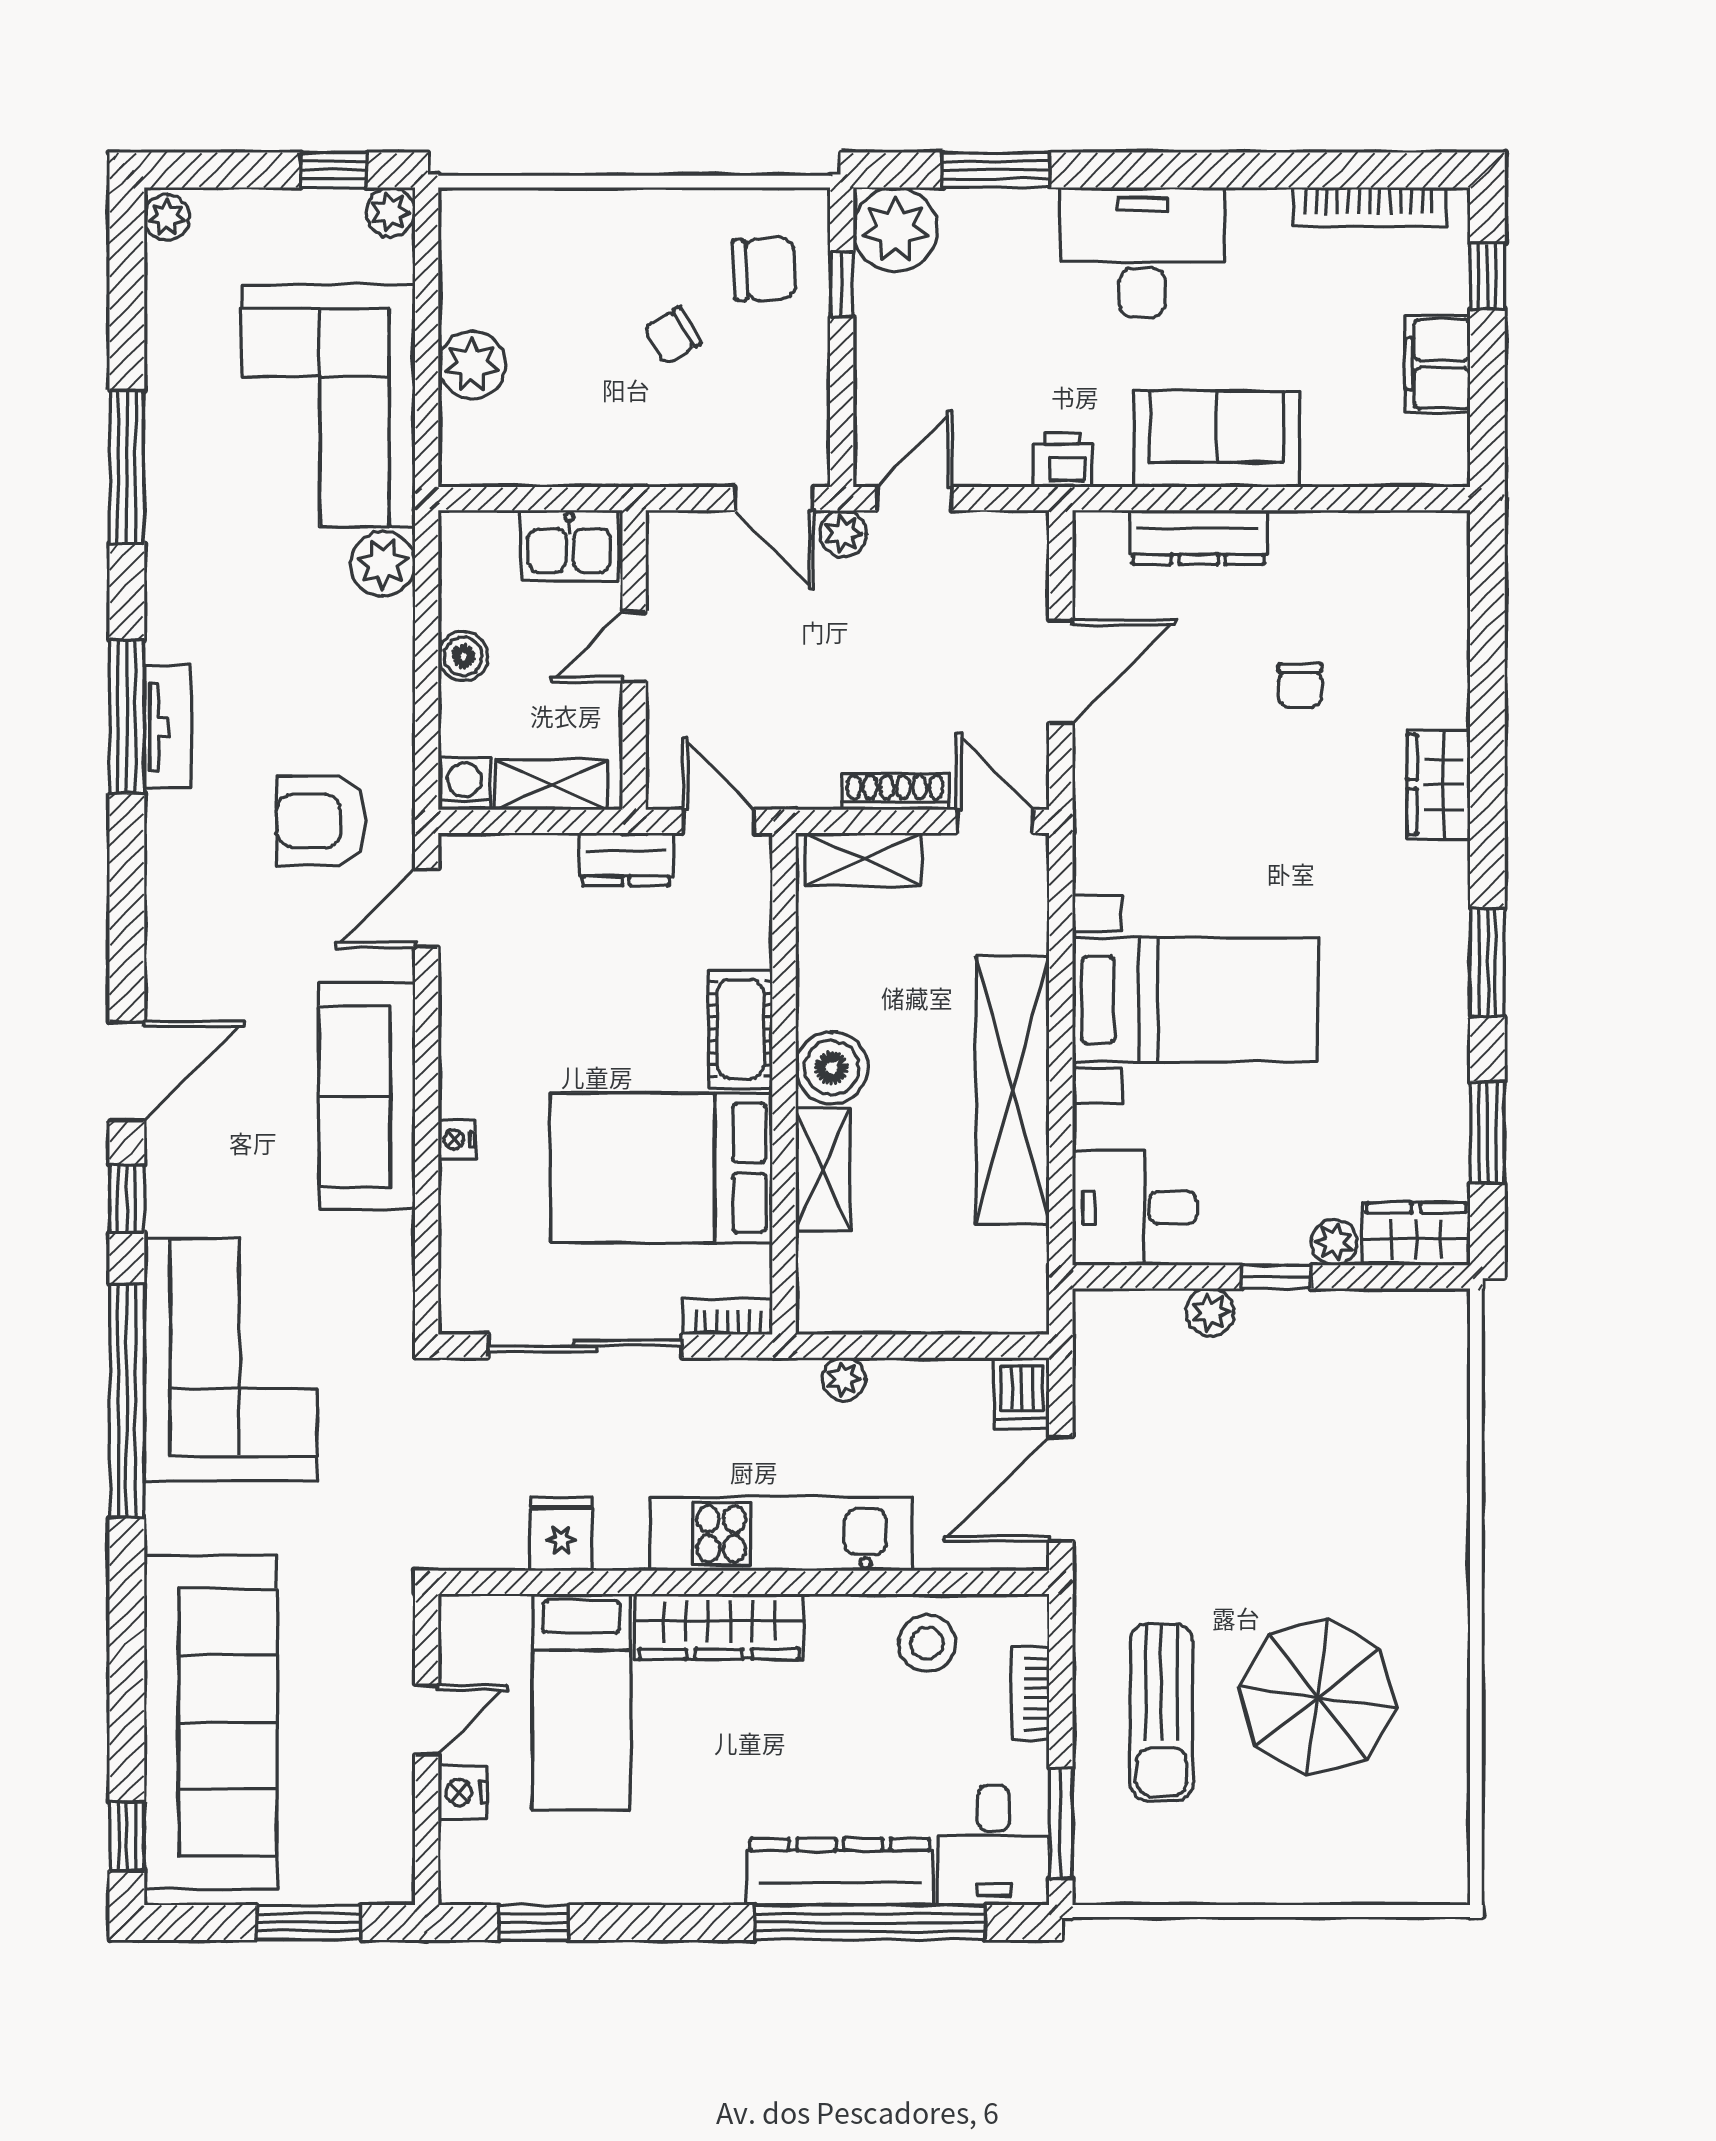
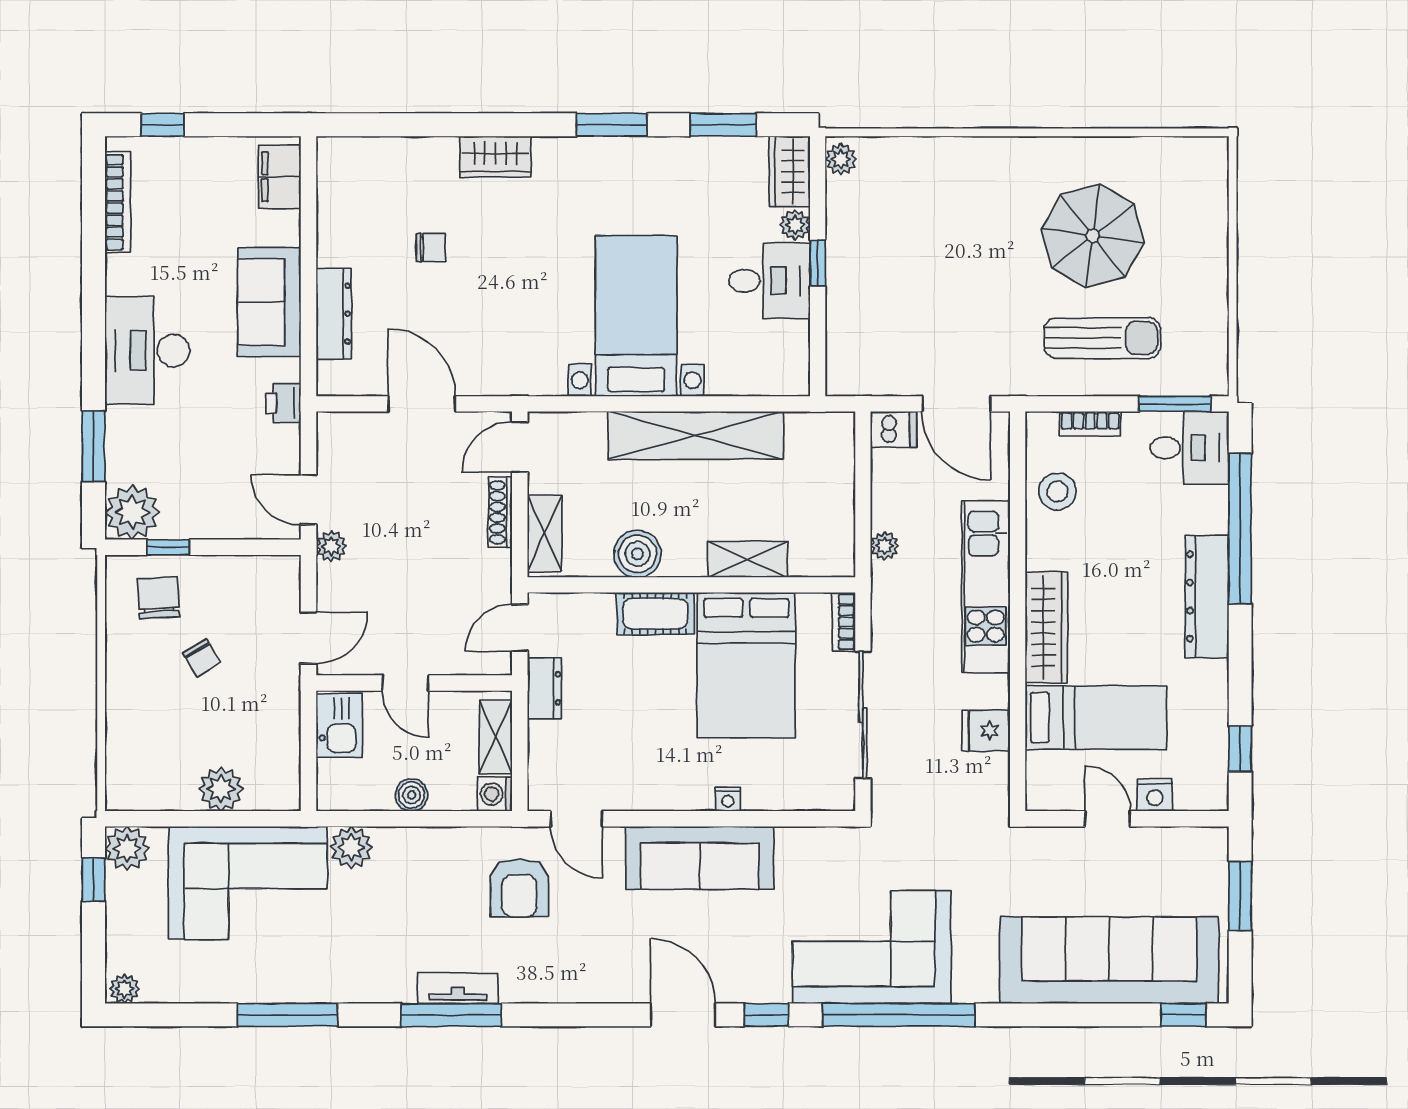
plant: (390, 212) -> (127, 848), width x1.38, depth x1.38
filing cabinet: (1438, 364) -> (280, 177), moved, turned 90
door: (774, 499) -> (309, 638), moved
boiler: (832, 1068) -> (637, 554), moved
desk: (1134, 1208) -> (769, 281), moved, turned -90
plant: (1210, 1312) -> (841, 159), moved
dresser: (840, 1872) -> (1207, 597), moved

